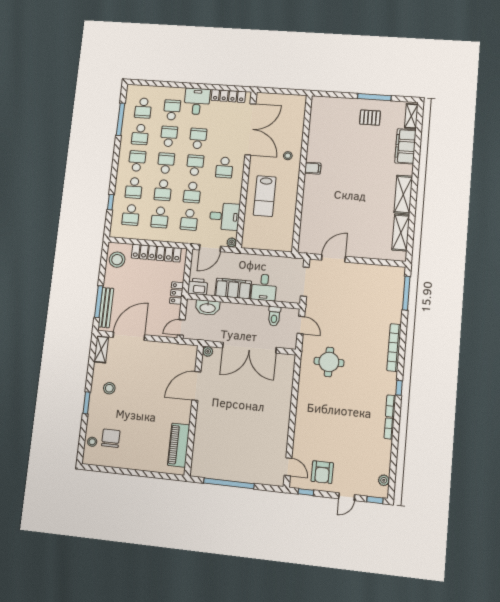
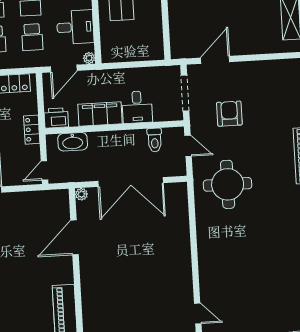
round table: (329, 362) -> (228, 184), width x1.36, depth x1.36
armchair: (322, 472) -> (229, 114), moved, turned 180

